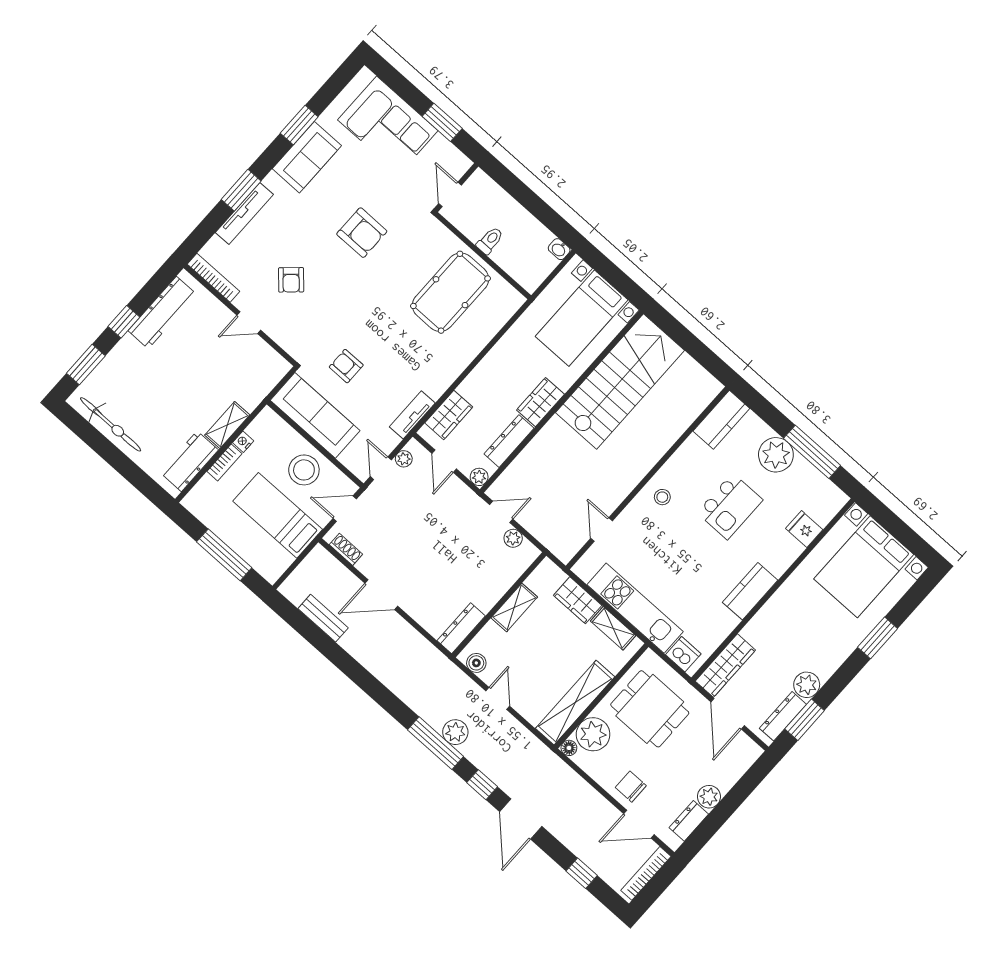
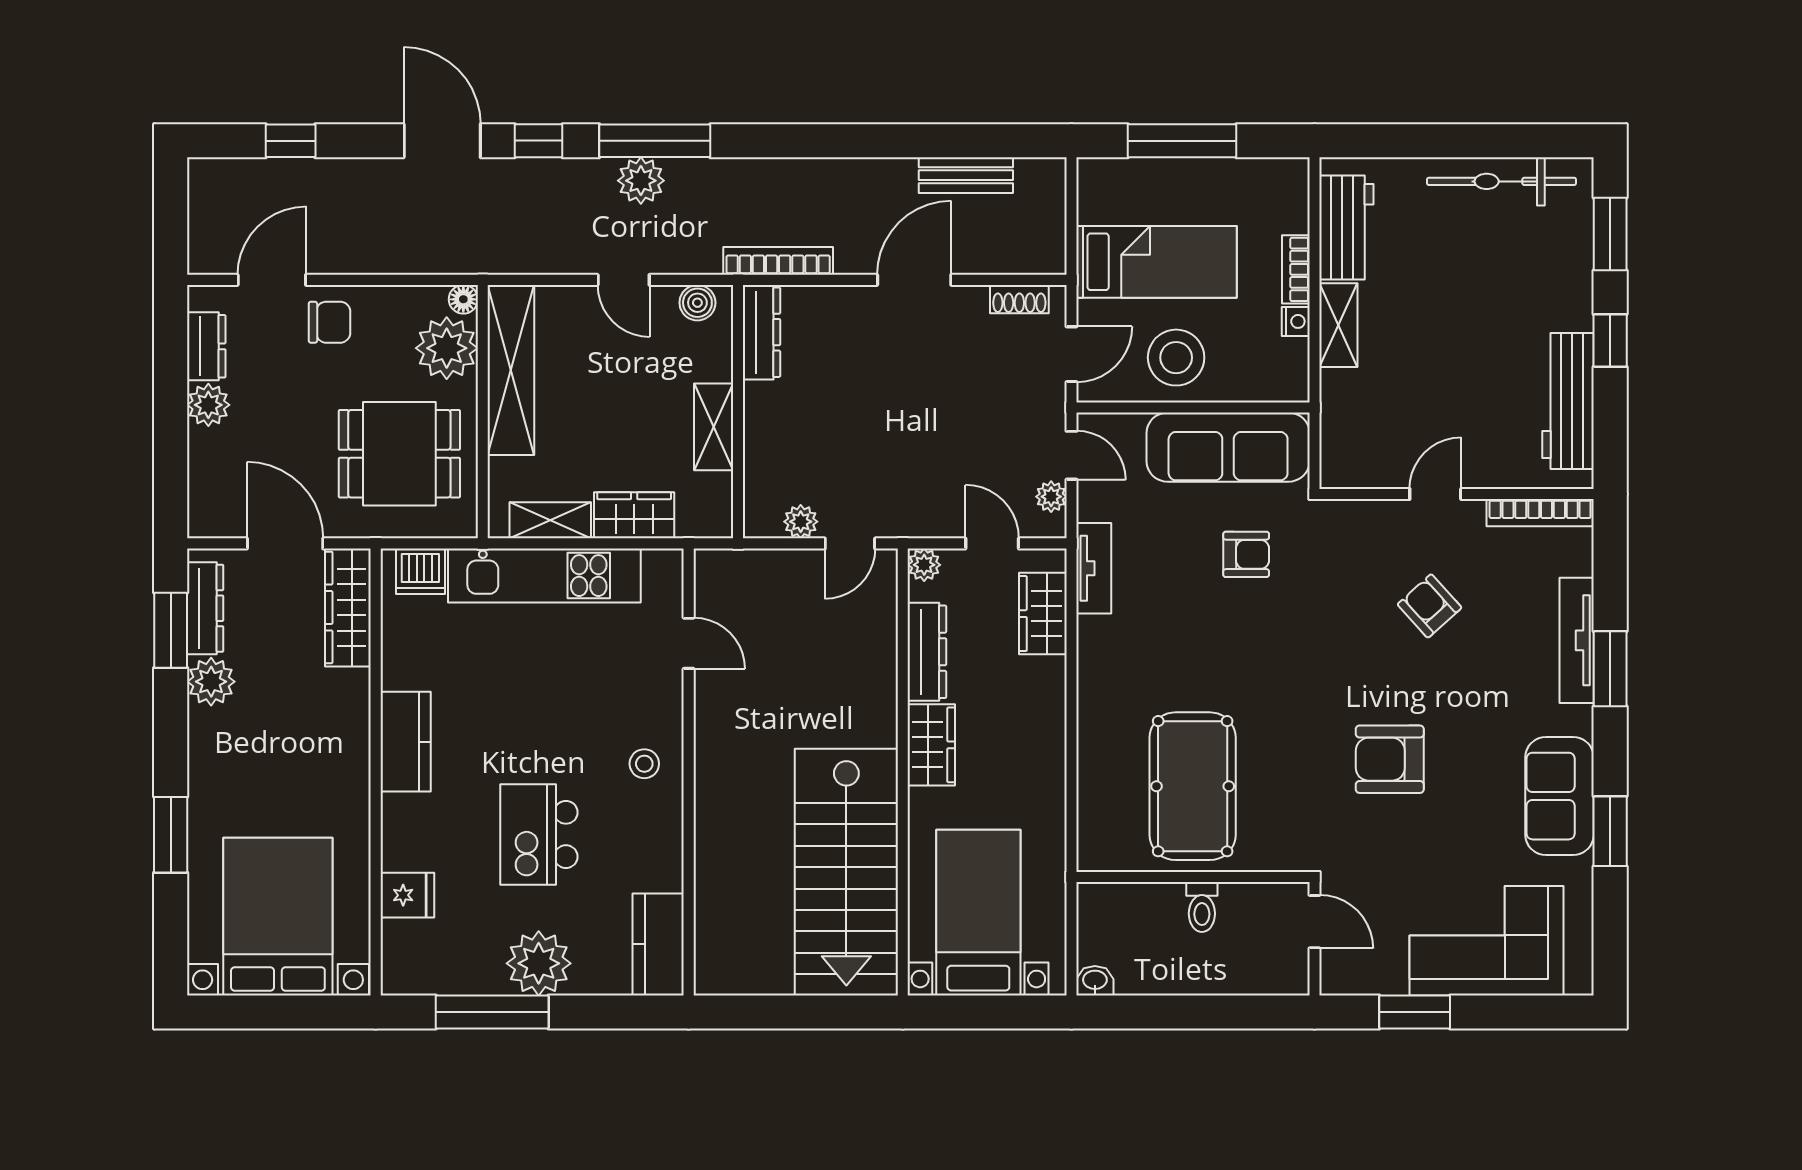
bookcase: (646, 873) -> (778, 261), moved, turned -90

